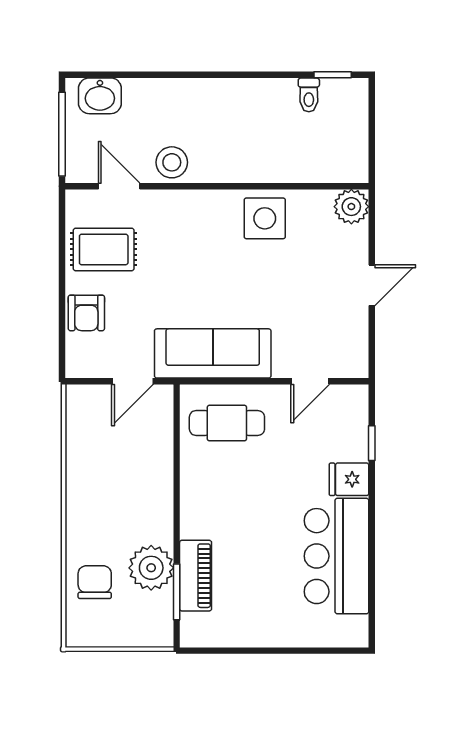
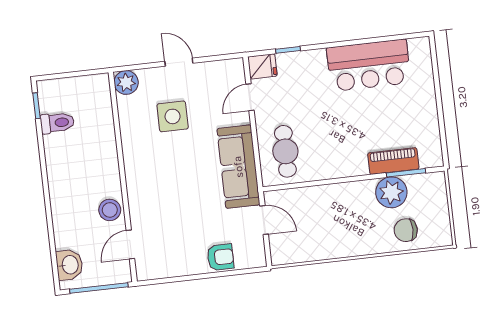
toilet: (309, 95) -> (57, 123), width x1.37, depth x1.39
side table: (265, 218) -> (173, 116), moved
rug: (104, 249) -> (175, 250), removed
door: (310, 381) -> (250, 97), swing flipped
fridge: (349, 479) -> (262, 66), moved, turned -90

